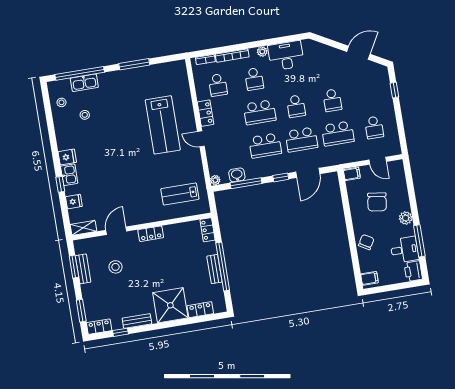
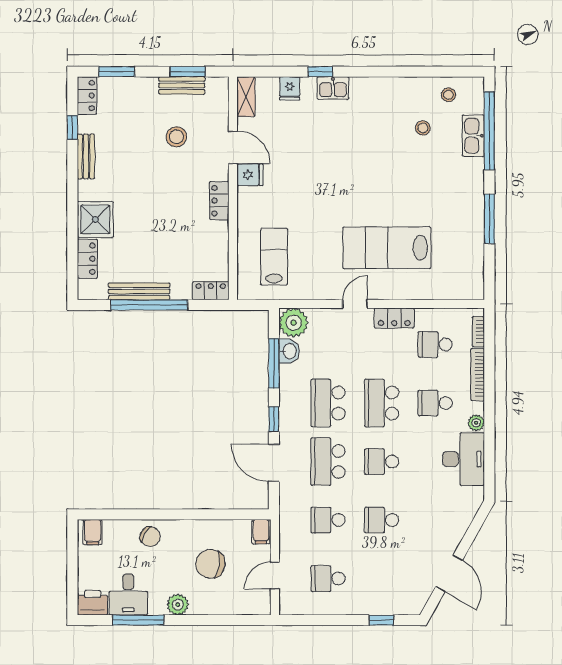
school desk: (338, 133) -> (328, 520), width x0.54
fridge: (67, 157) -> (250, 175), moved, turned -90
plant: (215, 180) -> (294, 323), width x1.87, depth x1.87
bench: (214, 269) -> (139, 291), width x1.36
shower: (170, 305) -> (95, 219), width x0.73, depth x0.73

